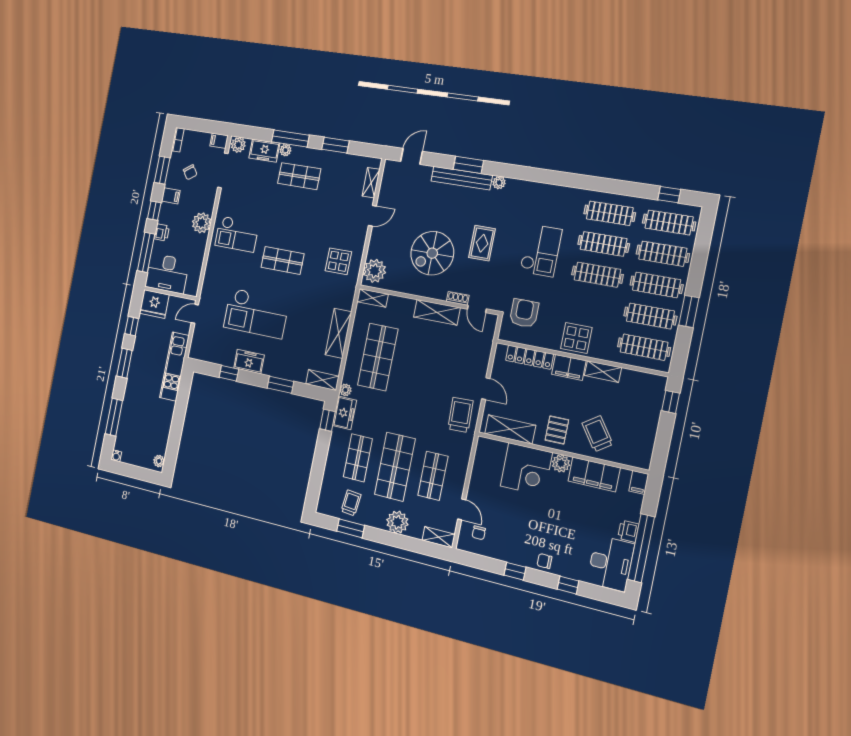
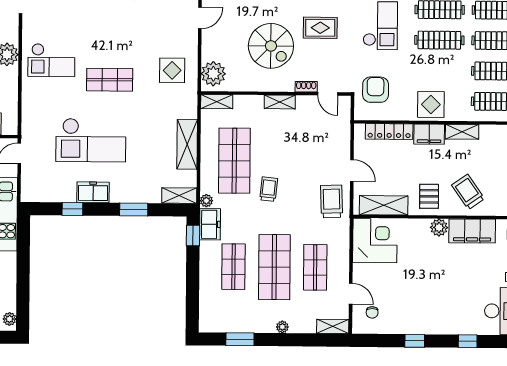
rug: (482, 243) -> (320, 28), turned 90
spiral stairs: (432, 253) -> (271, 46), turned -90
shelving: (437, 312) -> (280, 102), width x0.67, depth x0.75
corner desk: (526, 469) -> (375, 241), moved, turned -90
trolley: (351, 503) -> (269, 189), moved
plant: (397, 522) -> (282, 327), width x0.53, depth x0.53
chair: (544, 561) -> (441, 324), removed

